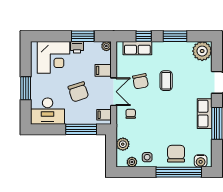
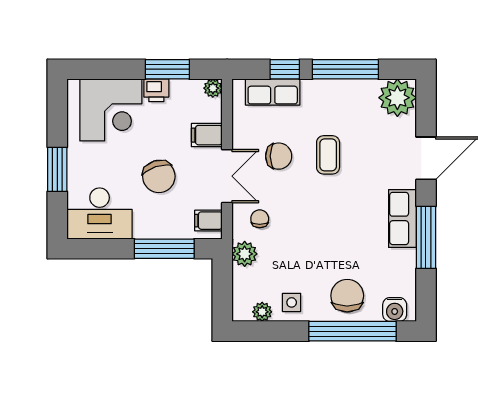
window: (175, 36) -> (345, 69), width x1.44
chair: (140, 81) -> (279, 156), turned -79
plant: (123, 144) -> (245, 254), moved

